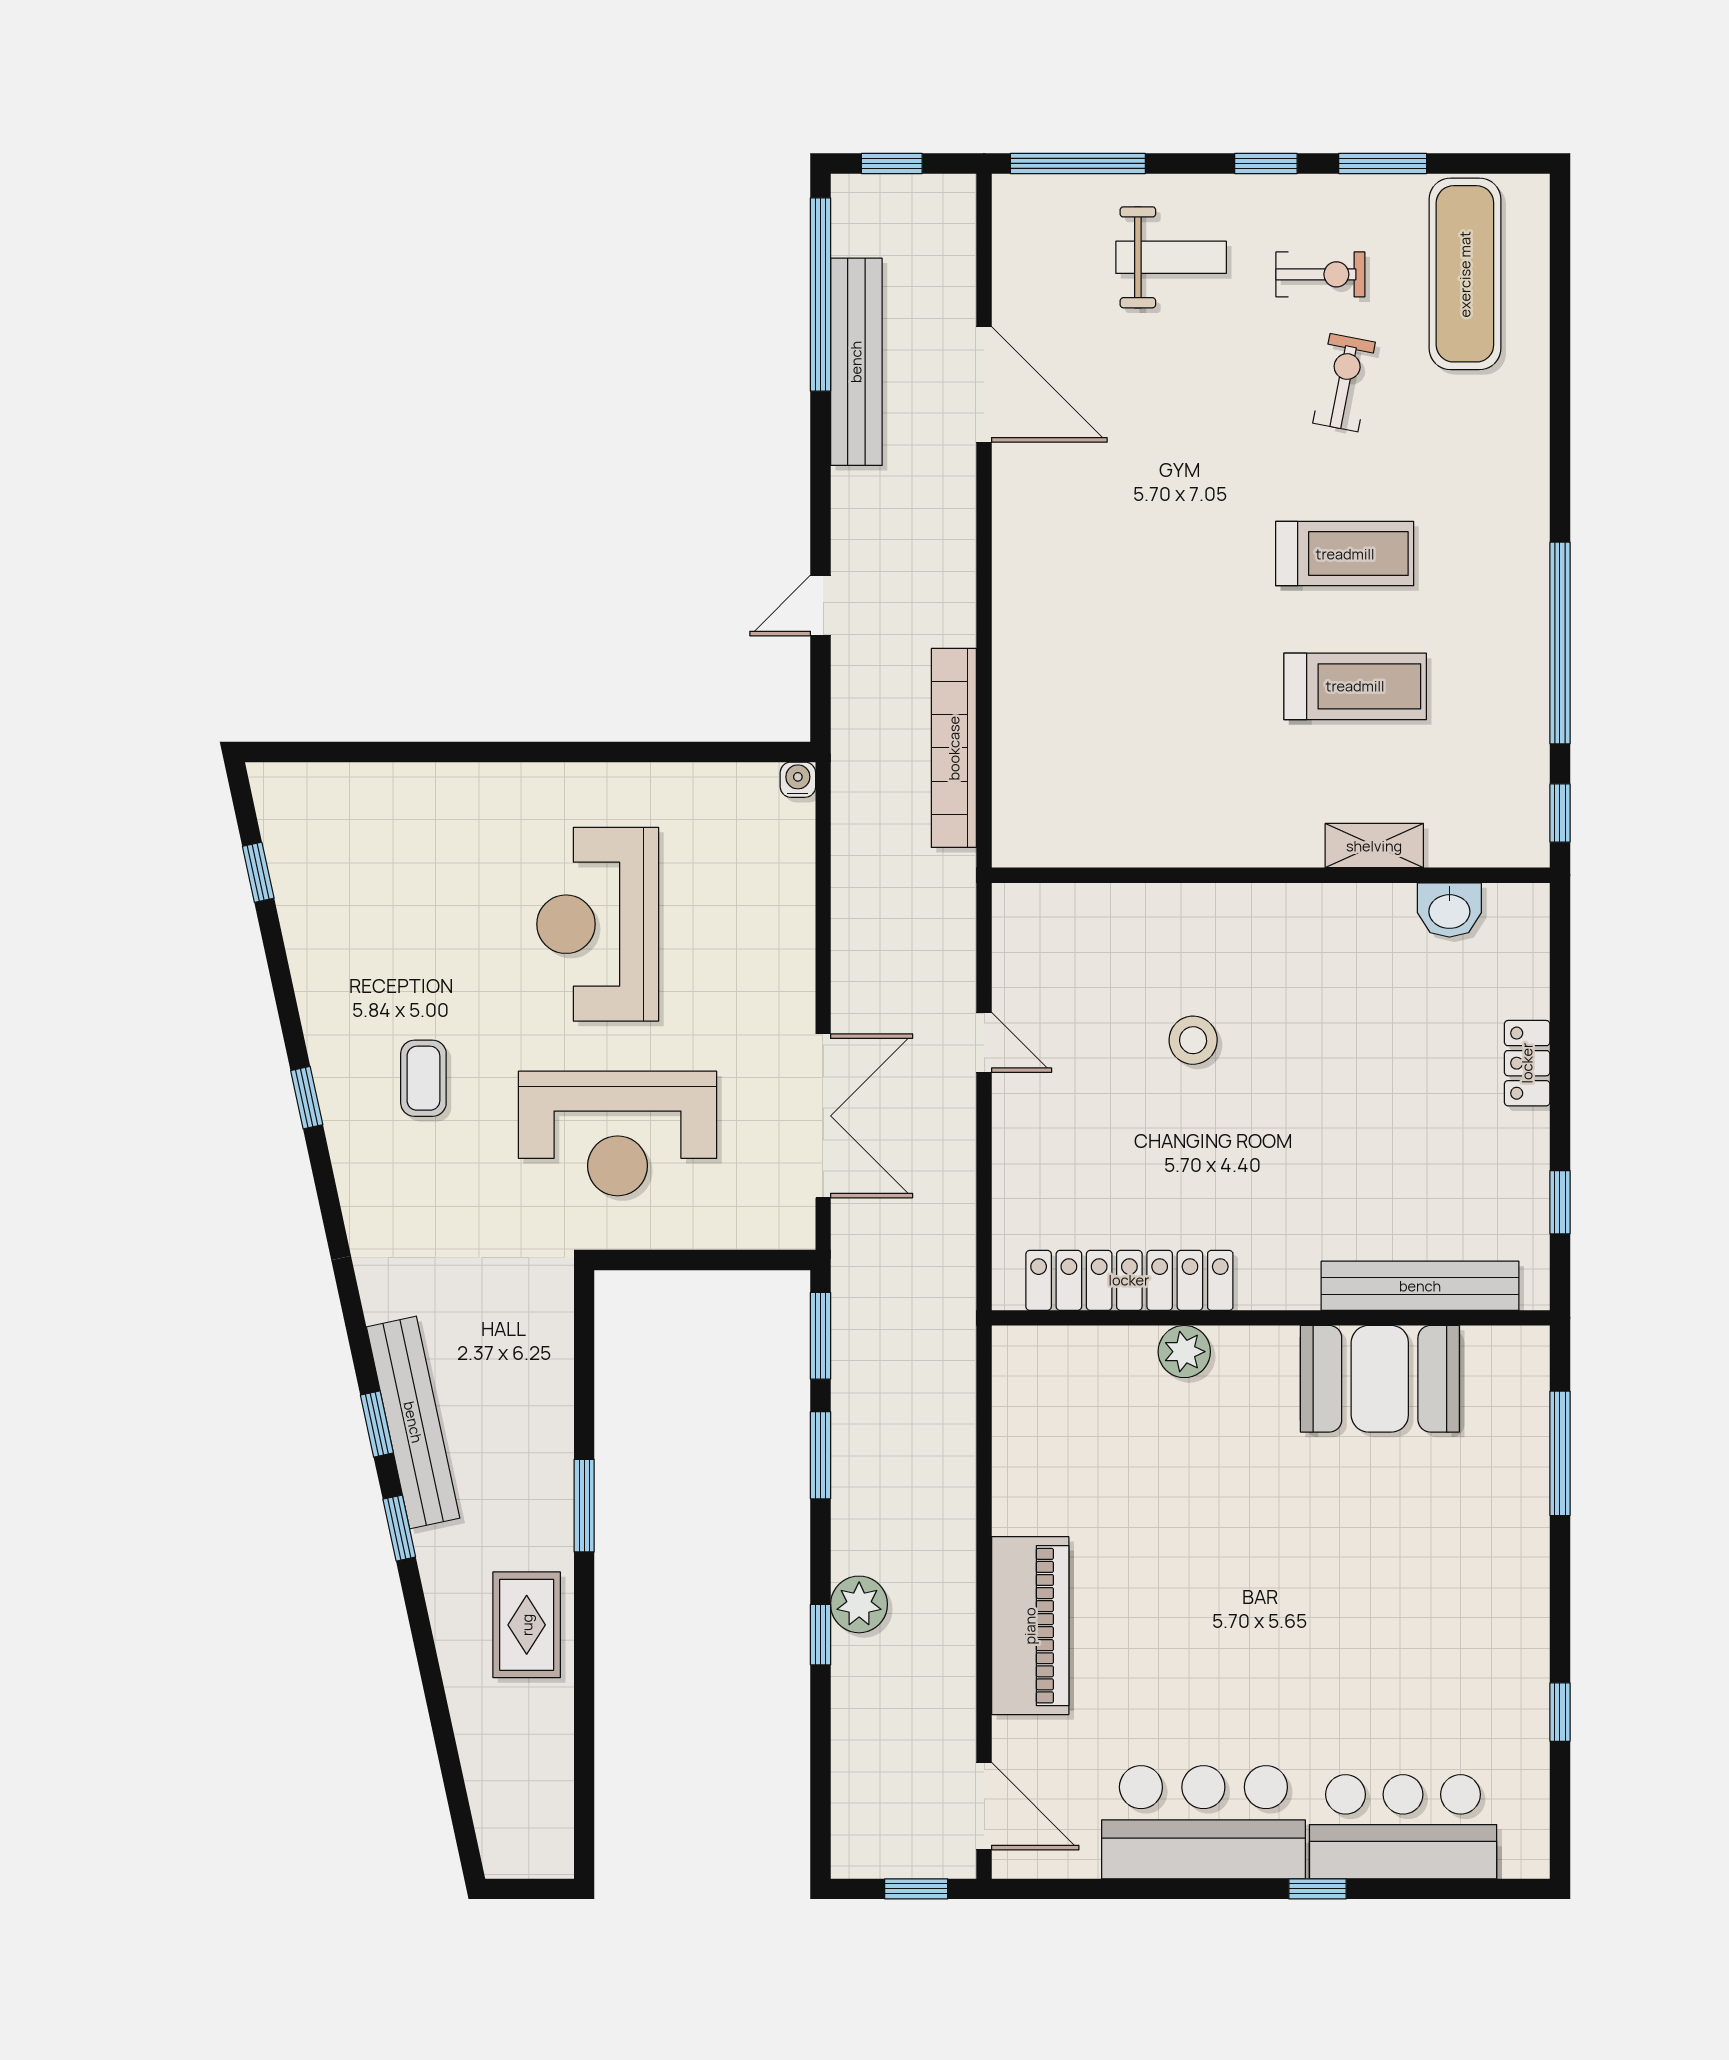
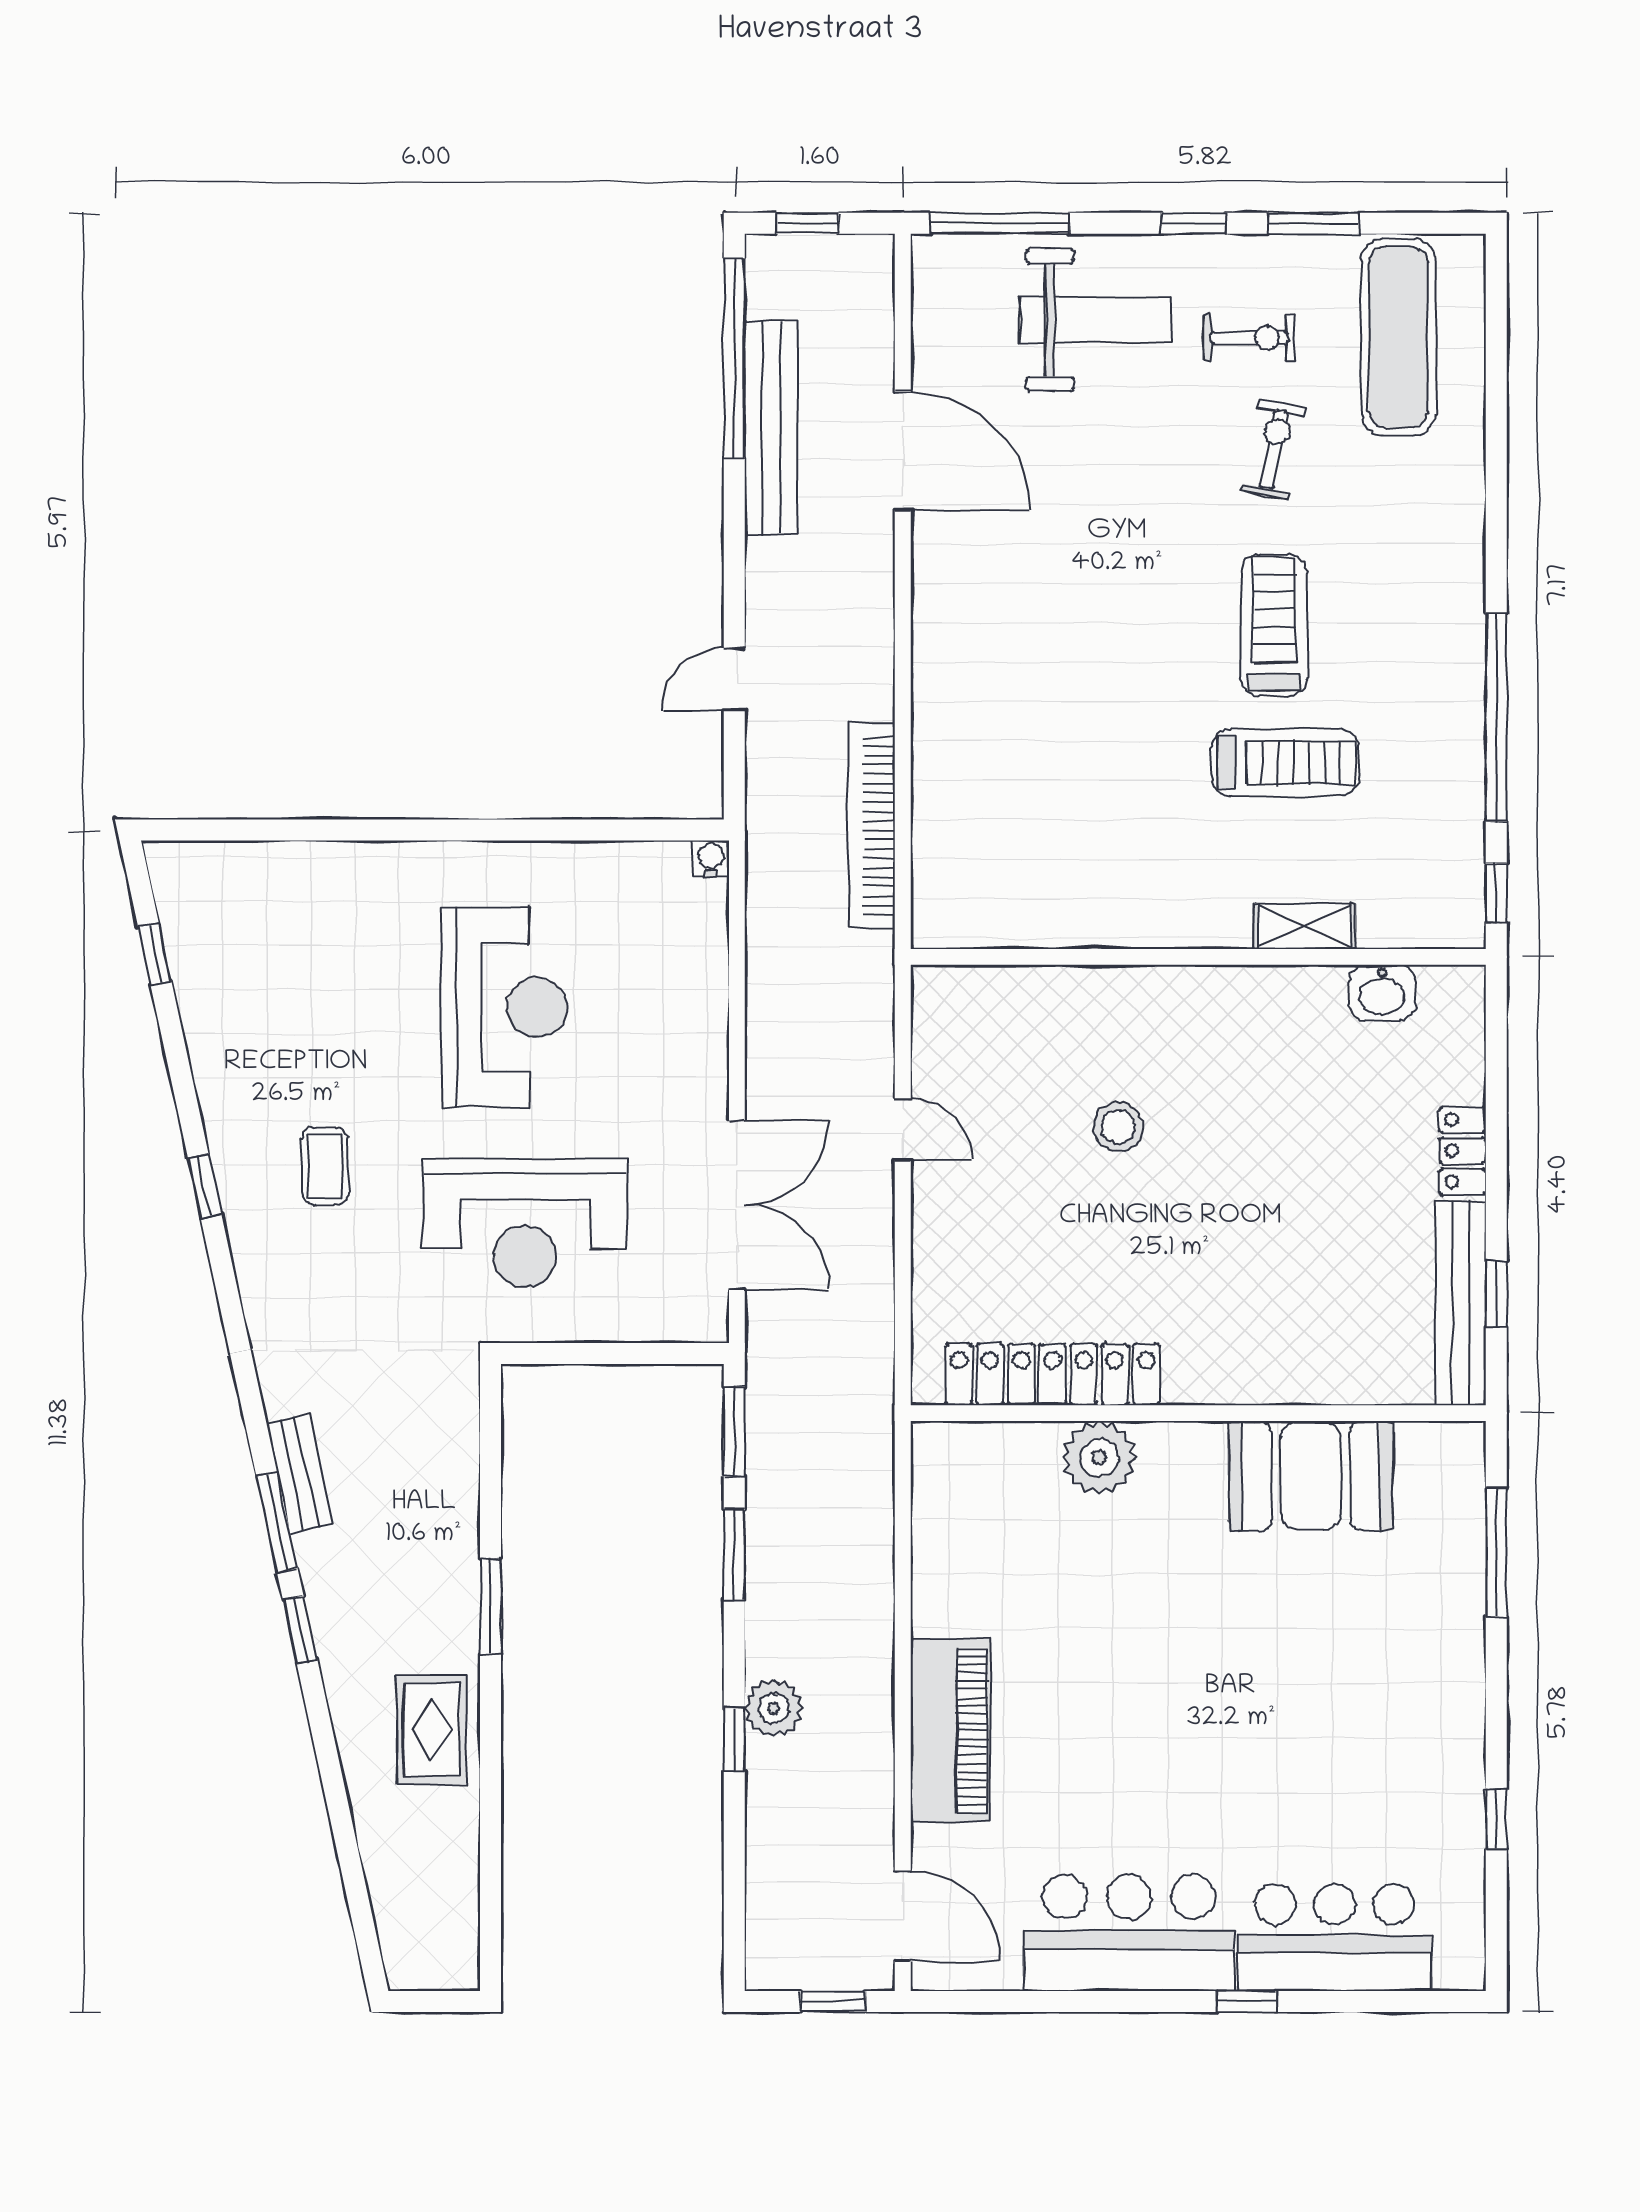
weight bench: (1171, 257) -> (1095, 320), width x1.36, depth x1.33
treadmill: (1345, 554) -> (1274, 625), turned -90
reception desk: (598, 924) -> (505, 1007), turned 180
bench: (1420, 1286) -> (1461, 1303), moved, turned 90
plant: (1184, 1352) -> (1099, 1458), width x1.36, depth x1.36
bench: (413, 1422) -> (299, 1474), width x0.54, depth x0.82
window: (377, 1424) -> (277, 1522), width x1.50

